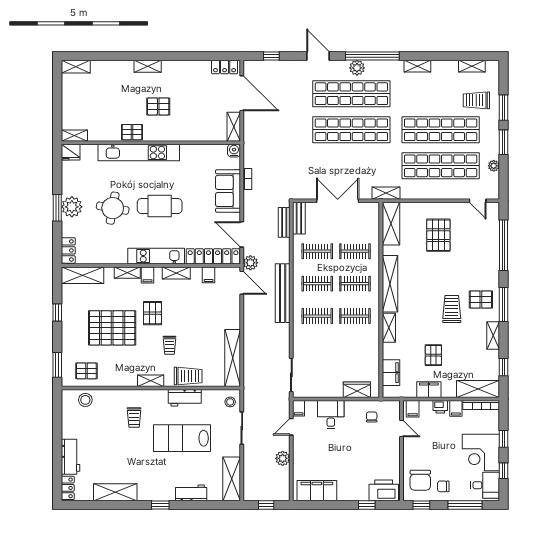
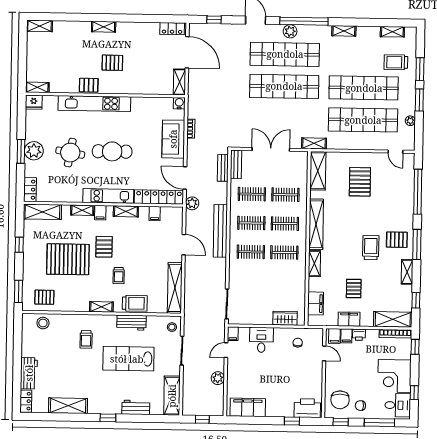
door: (242, 283) -> (184, 245), moved
filing cabinet: (456, 408) -> (346, 336), moved
window: (503, 439) -> (415, 347), moved

